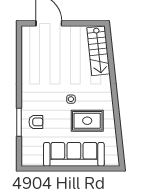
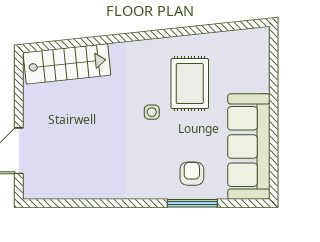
sofa: (74, 154) -> (249, 147), moved

